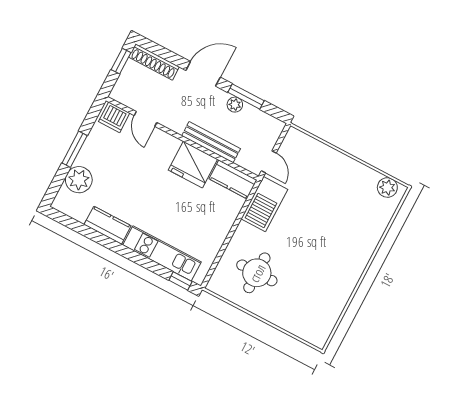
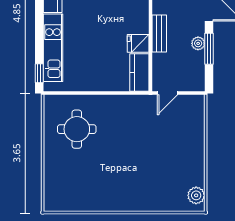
bench: (211, 142) -> (159, 34), width x0.73
fridge: (193, 165) -> (138, 43), width x0.53, depth x0.75
barbecue: (264, 204) -> (133, 107), removed

